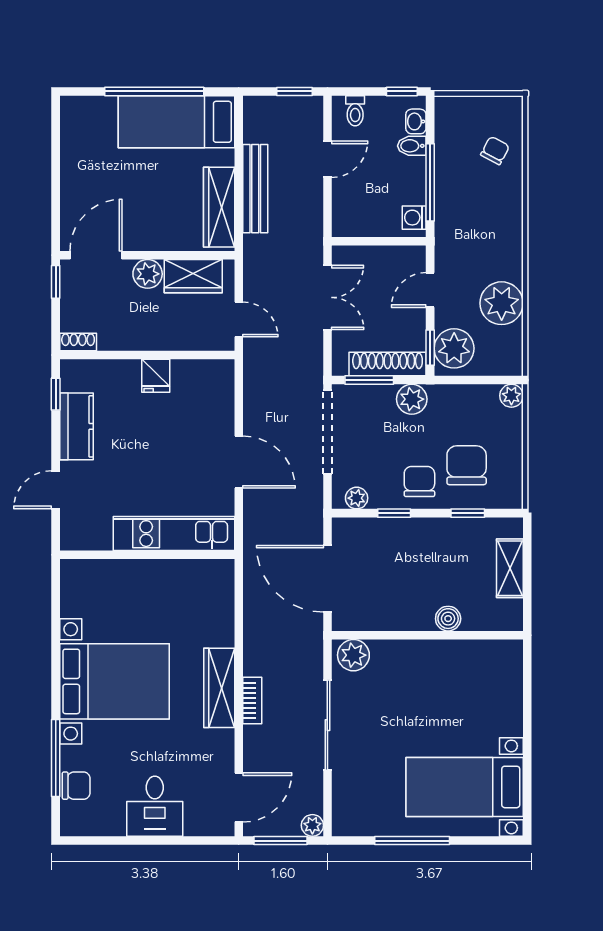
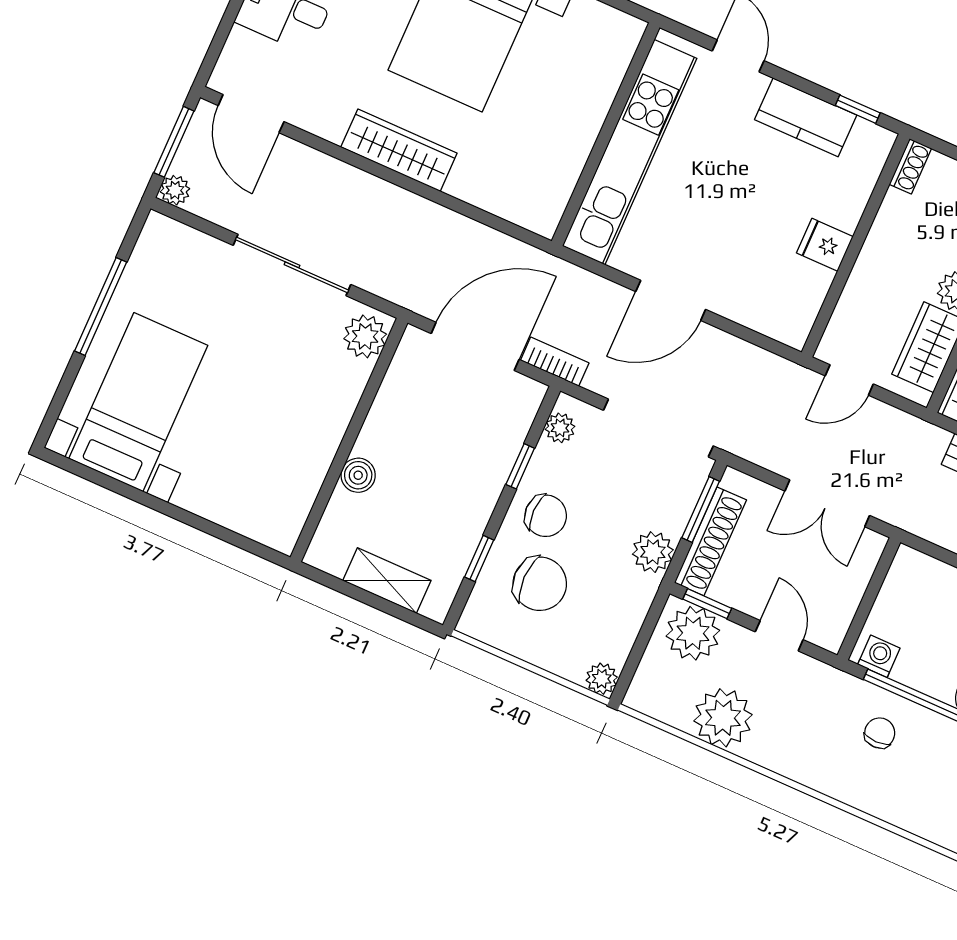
chair: (495, 150) -> (880, 733), moved, turned -118
kitchen unit: (174, 534) -> (630, 152), width x1.36
bookcase: (252, 701) -> (555, 362), moved, turned 180

